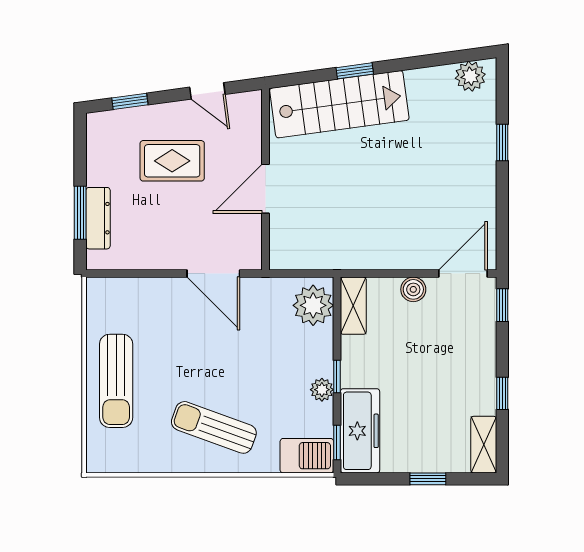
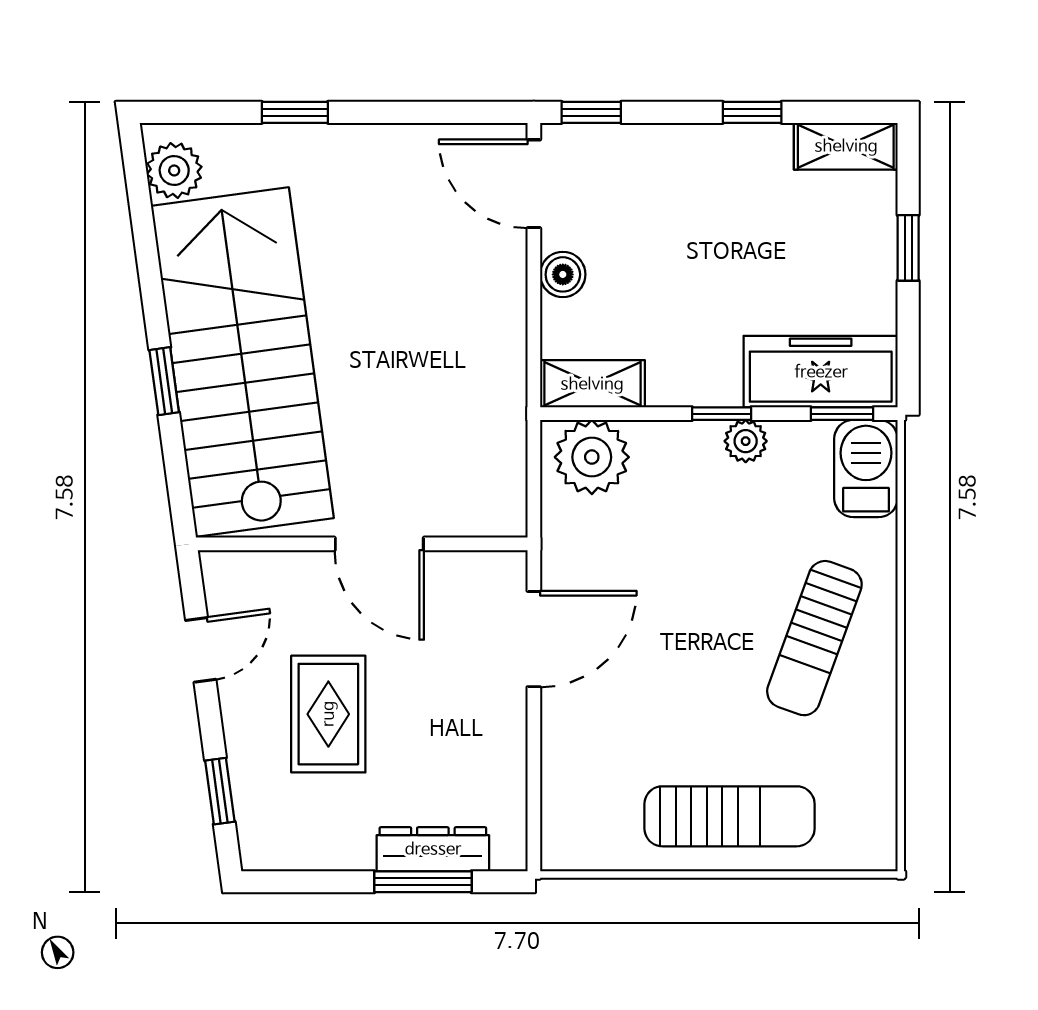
stairs: (339, 104) -> (242, 362), width x1.36, depth x1.51

